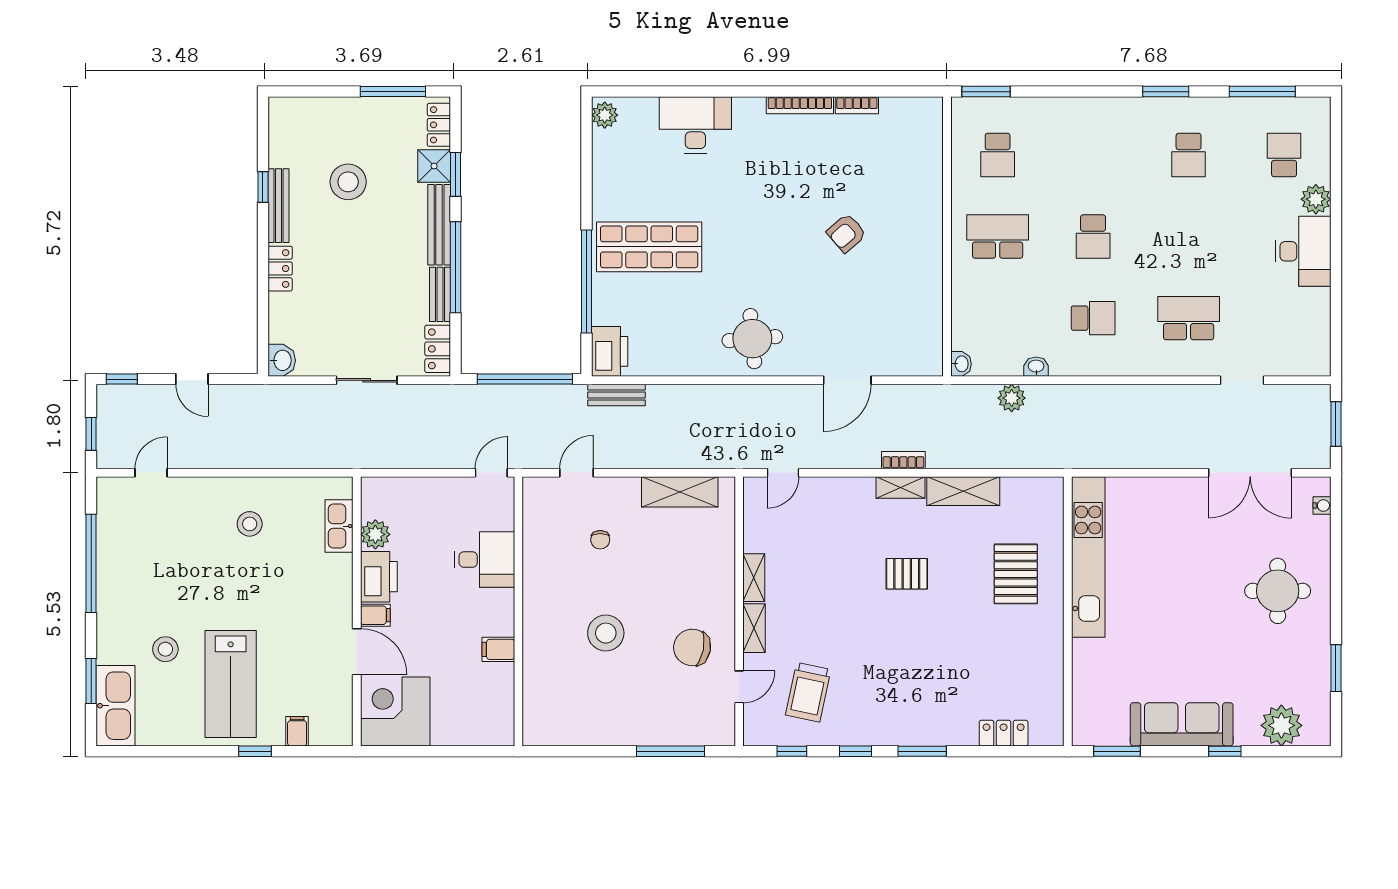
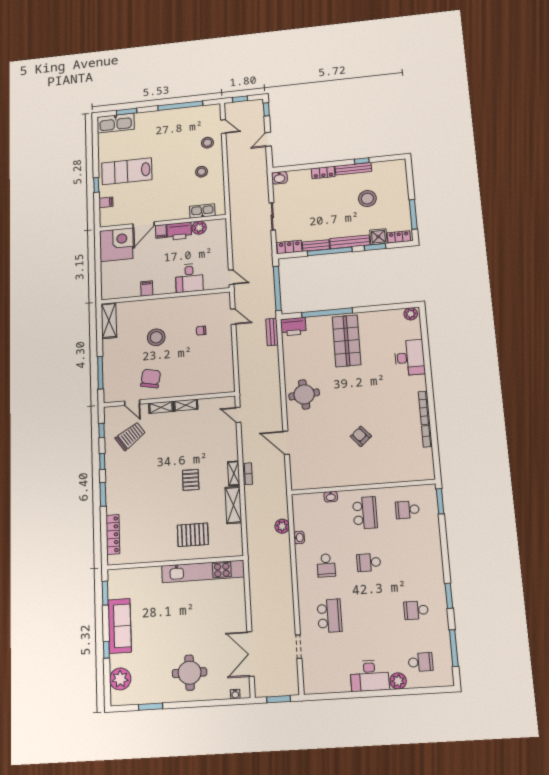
washbasin: (961, 364) -> (331, 497), moved
shelving: (680, 492) -> (109, 321), moved
stool: (165, 649) -> (207, 143), moved
trolley: (808, 692) -> (130, 436), turned 133
locker: (1004, 733) -> (113, 534), width x1.53

